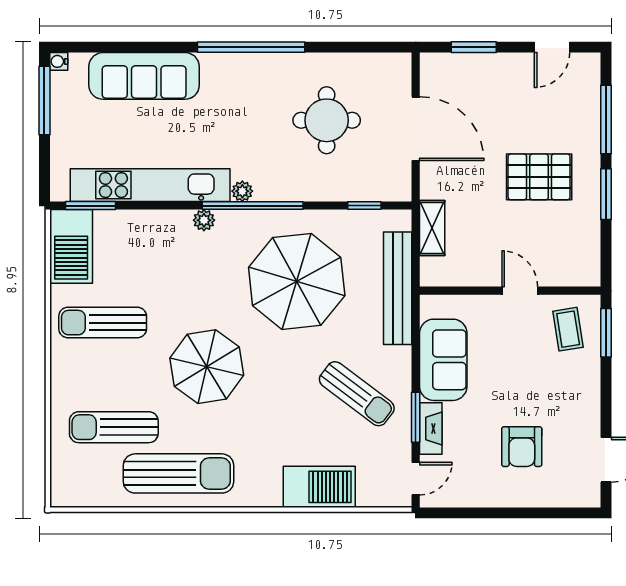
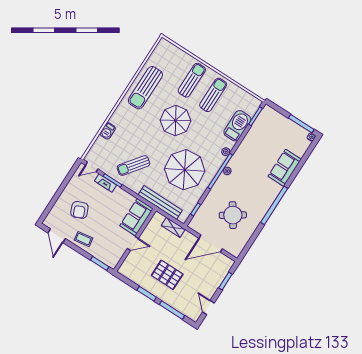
sofa: (144, 76) -> (285, 168), width x0.73
round table: (327, 120) -> (233, 215), turned -34
pallet: (539, 177) -> (167, 275), turned 90
kitchen unit: (150, 185) -> (249, 141), removed
barbecue: (71, 246) -> (237, 126), moved, turned 90
coffee table: (568, 329) -> (84, 239), moved
sofa: (443, 360) -> (136, 217), moved, turned 90
sun lounger: (114, 427) -> (192, 80), moved
armchair: (522, 447) -> (79, 210), turned -113
door: (416, 479) -> (92, 167), hinge flipped
barbecue: (319, 487) -> (108, 131), width x0.53, depth x0.65

